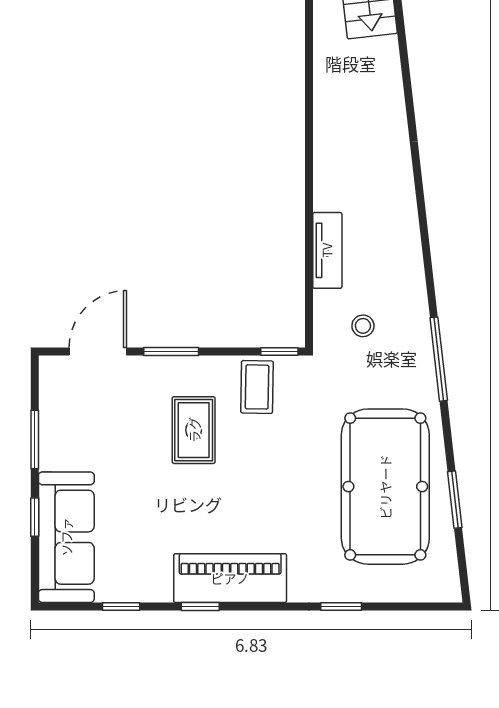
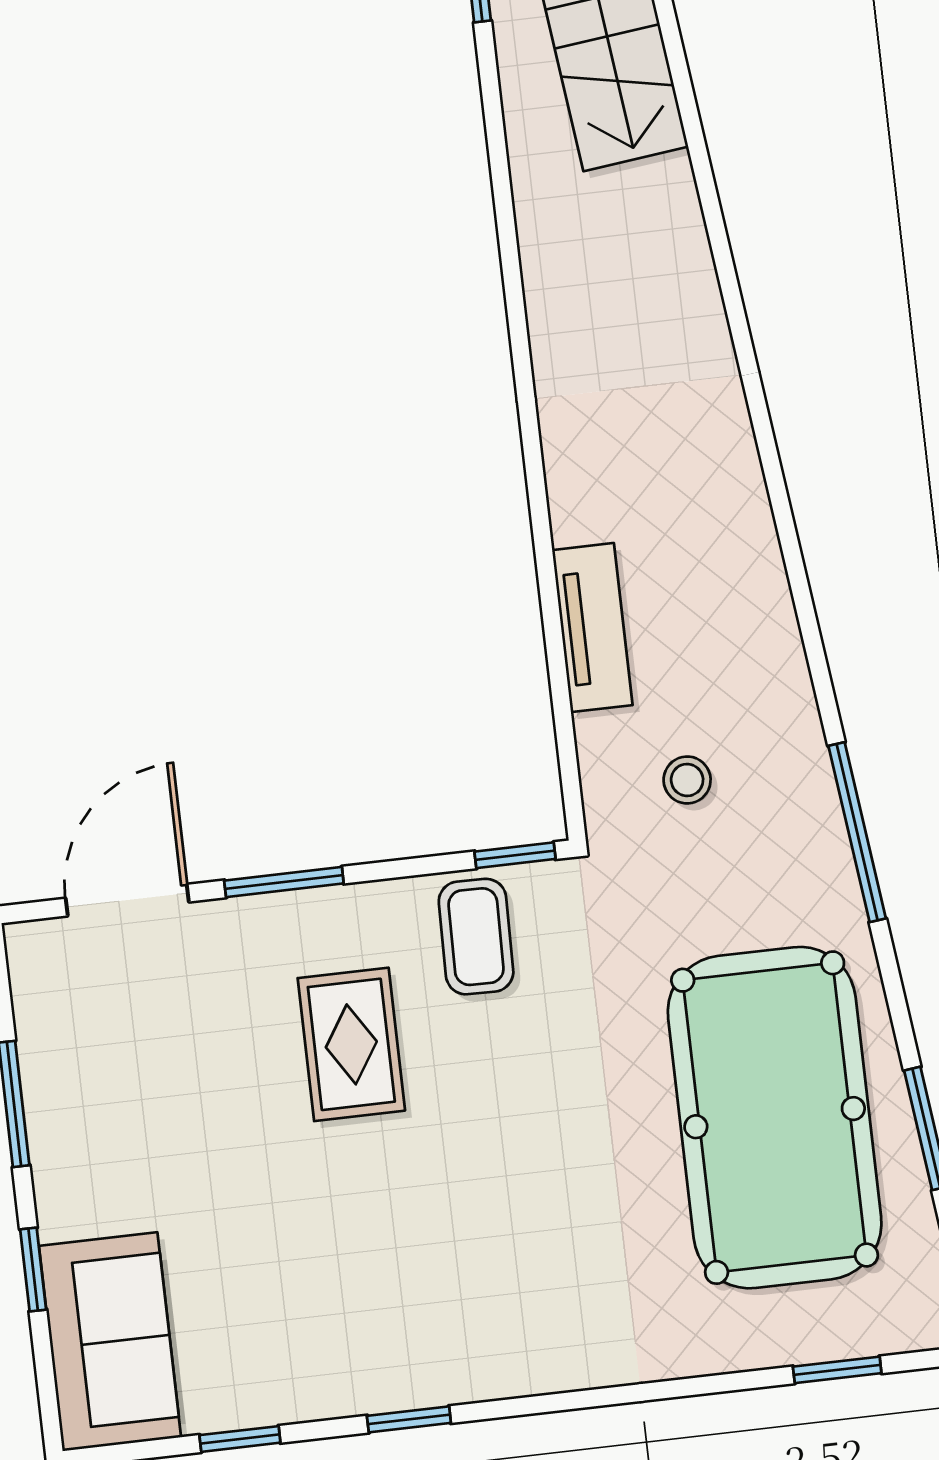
sofa: (66, 537) -> (110, 1342), width x0.73
piano: (230, 578) -> (466, 1352), removed
window: (341, 606) -> (837, 1370), moved

